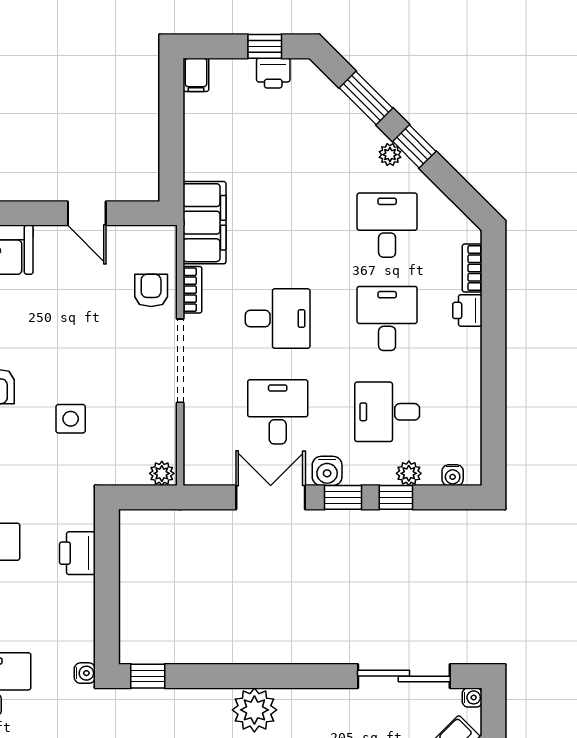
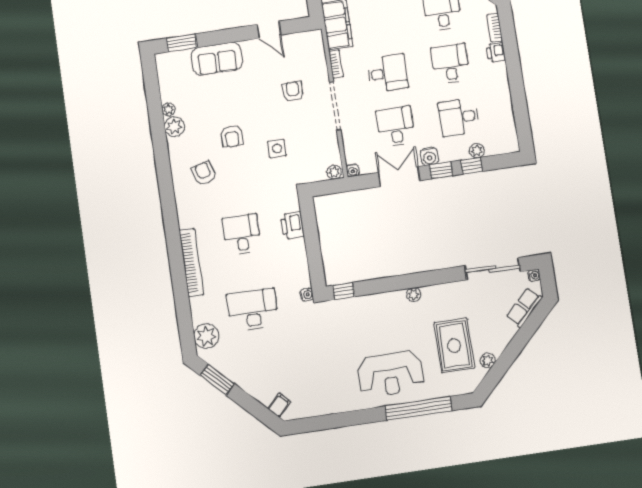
armchair: (151, 290) -> (293, 92), moved
water cooler: (453, 475) -> (353, 170), moved
plant: (254, 710) -> (414, 295), width x0.53, depth x0.53

